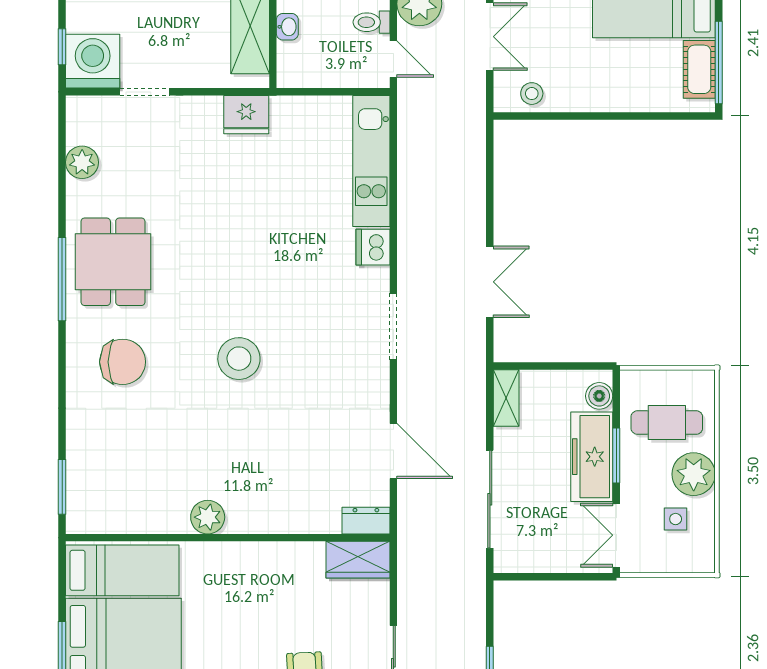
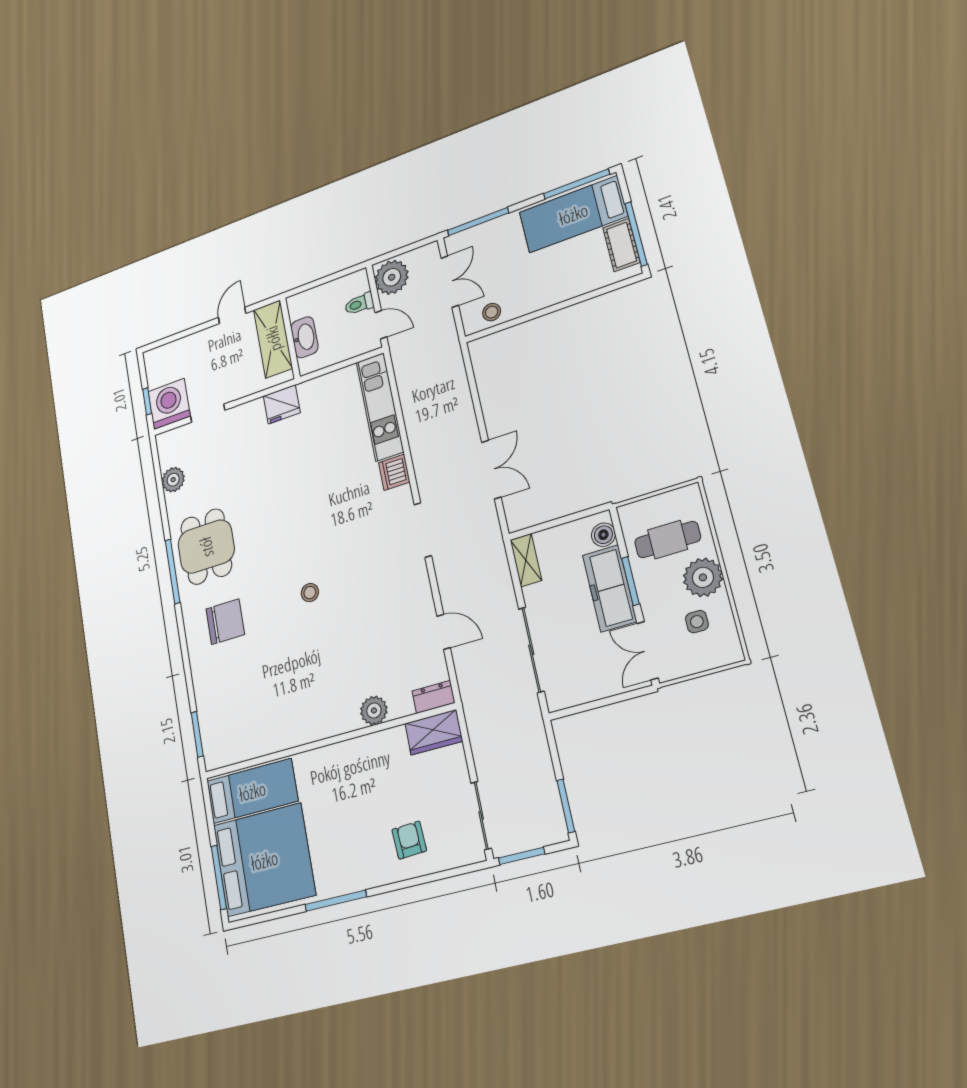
washbasin: (287, 27) -> (304, 337), width x1.91, depth x1.45
stool: (239, 359) -> (310, 593), width x0.53, depth x0.53
door: (393, 451) -> (444, 632), width x0.73
plant: (208, 517) -> (374, 710), moved

